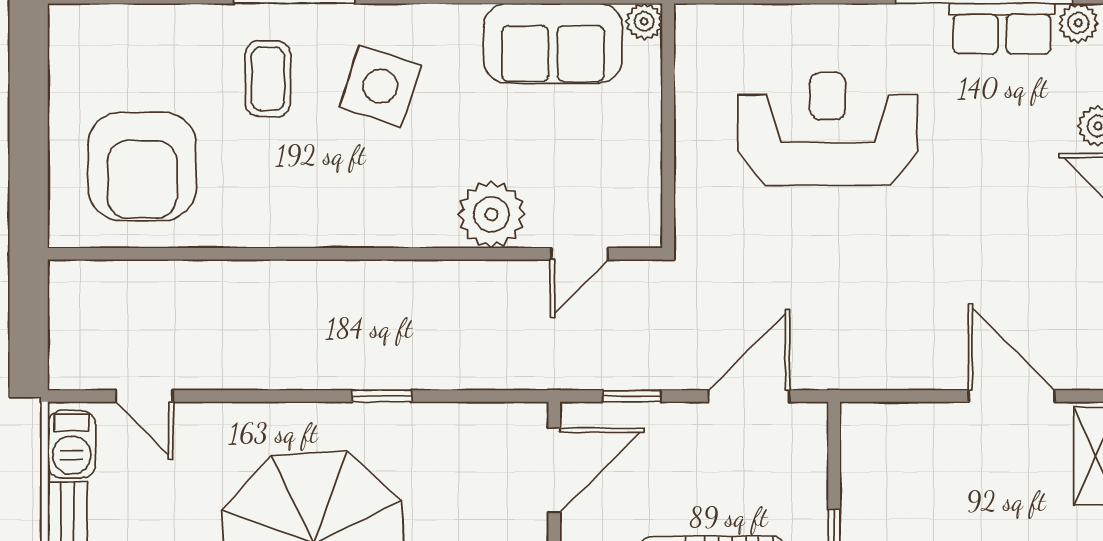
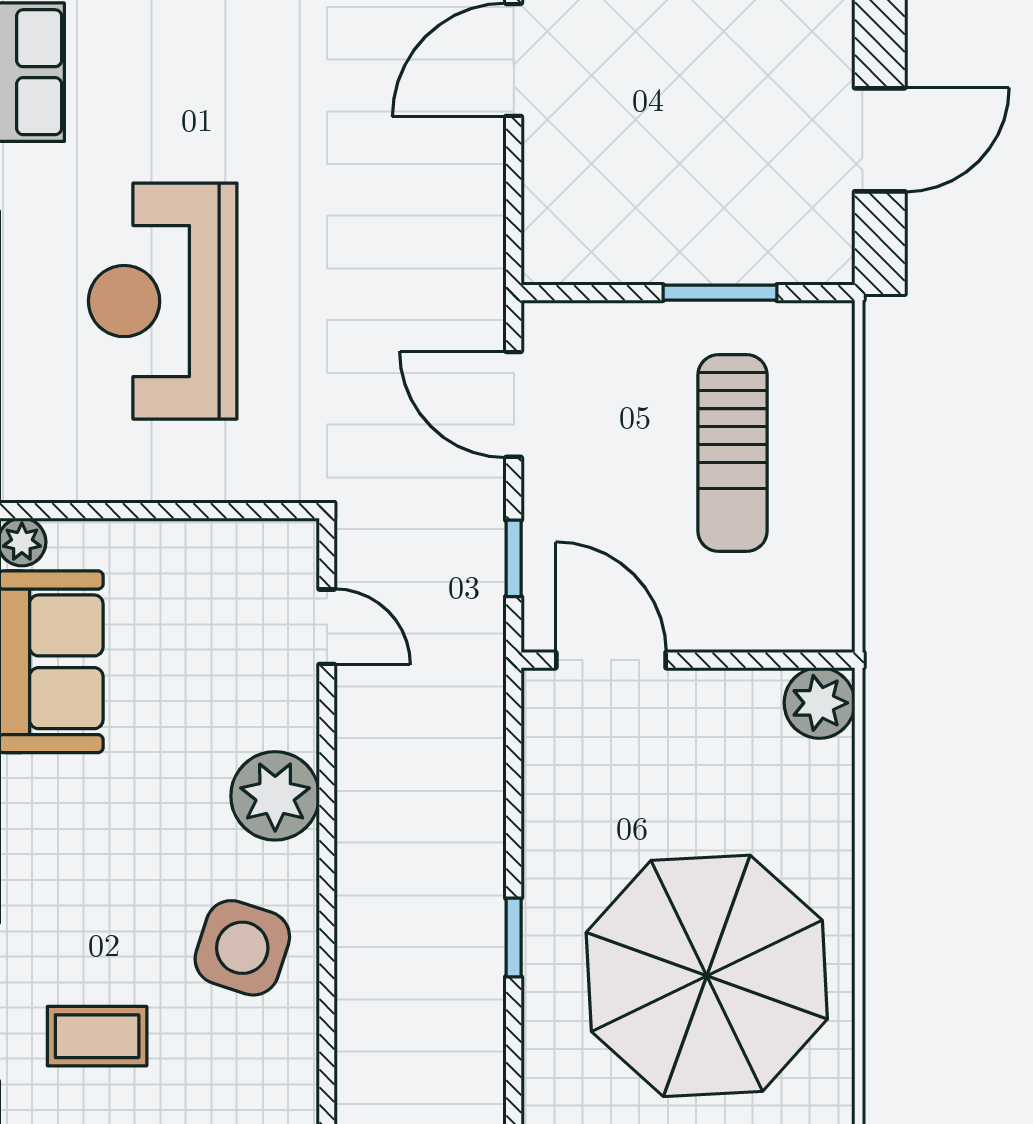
side table: (380, 86) -> (242, 948), moved
plant: (491, 214) -> (275, 796), moved
window: (382, 396) -> (514, 938), moved

